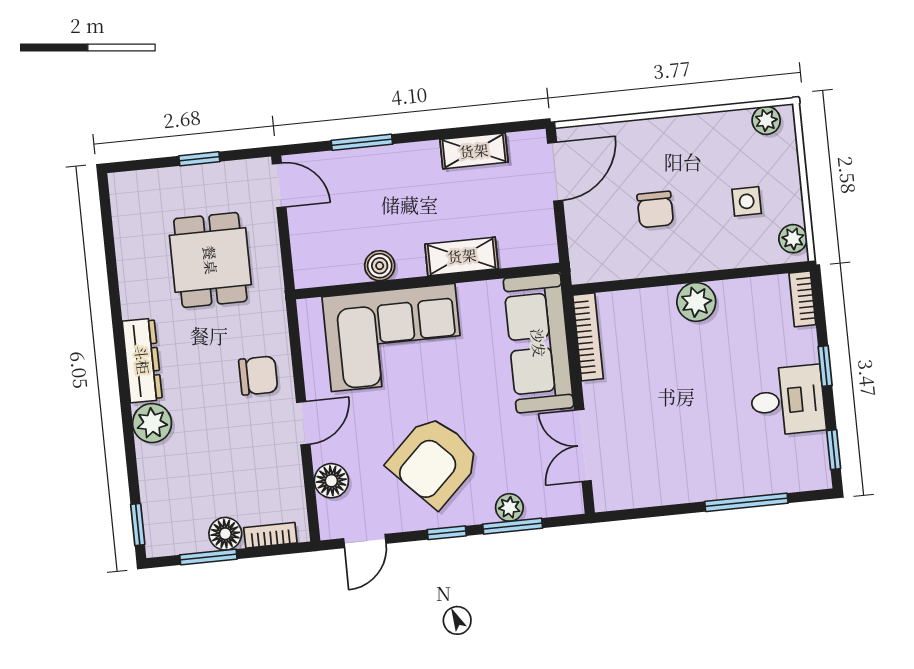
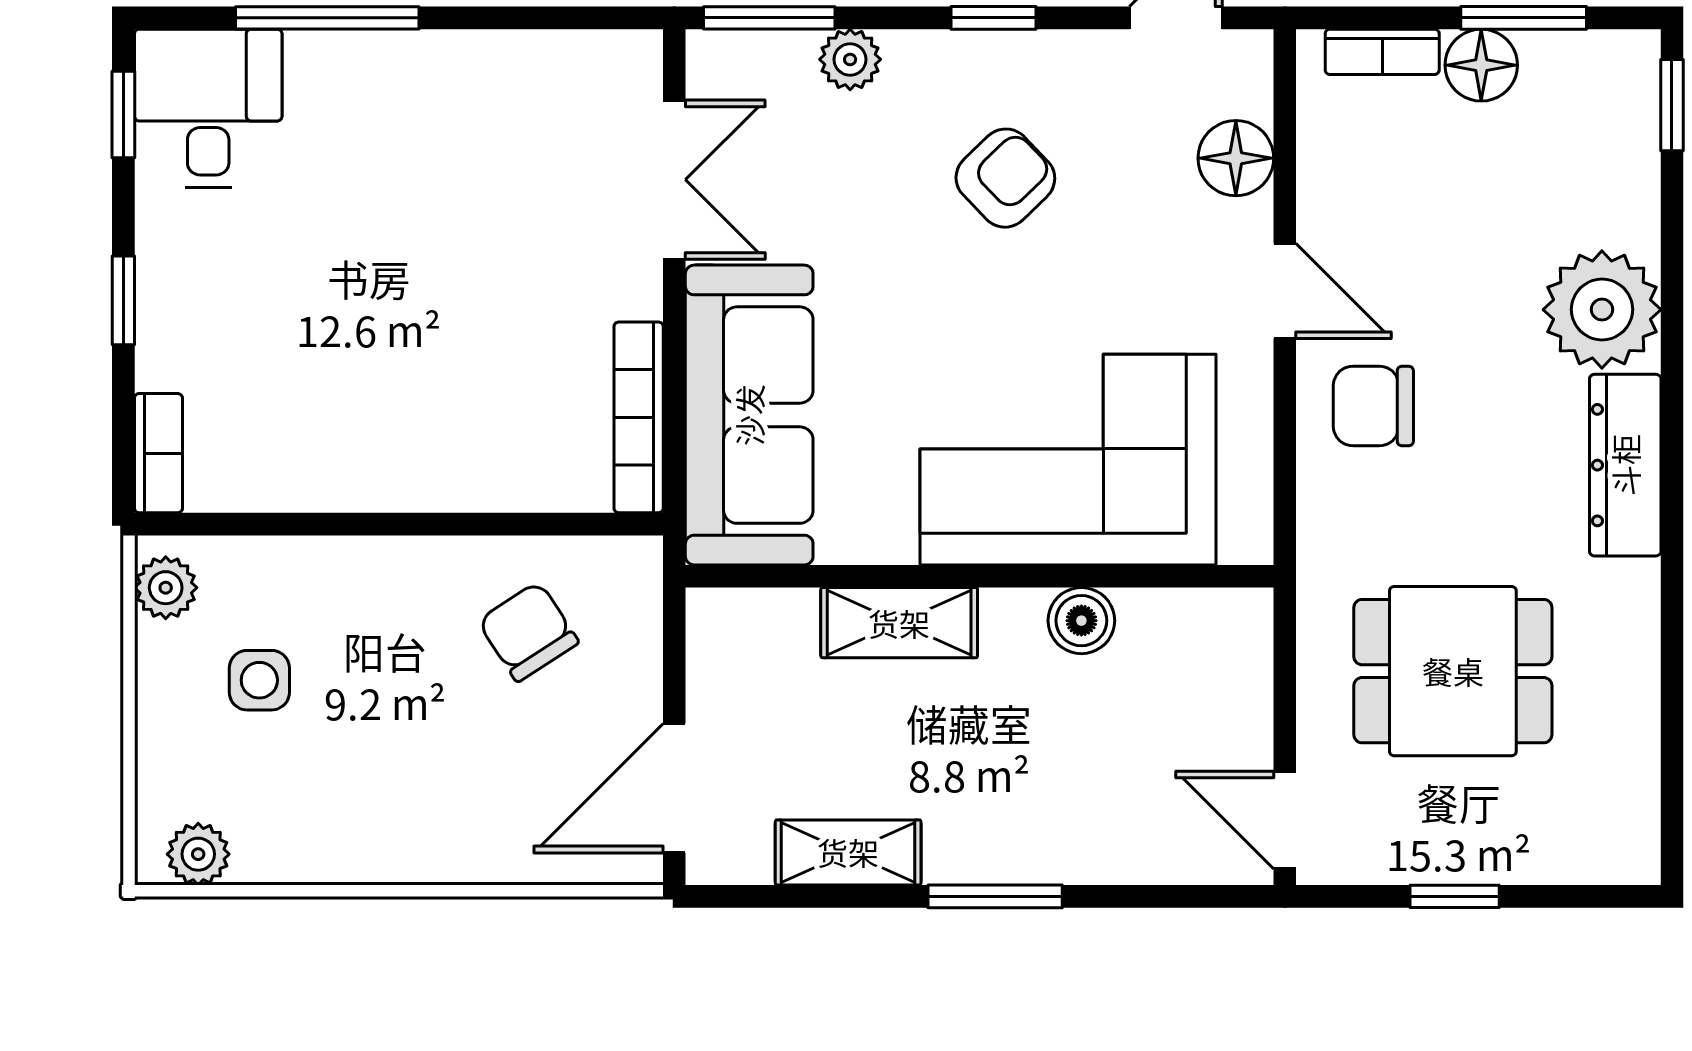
window: (362, 142) -> (995, 896), moved
chair: (655, 210) -> (528, 632), moved, turned -33
dining table: (210, 260) -> (1453, 671), turned 90
plant: (696, 302) -> (393, 470), removed
desk: (788, 401) -> (208, 108), moved, turned 90
plant: (152, 423) -> (1602, 310), width x1.36, depth x1.36
door: (303, 423) -> (1285, 291), swing flipped
armchair: (434, 461) -> (1005, 178), width x0.53, depth x0.53
window: (513, 526) -> (769, 18), moved

